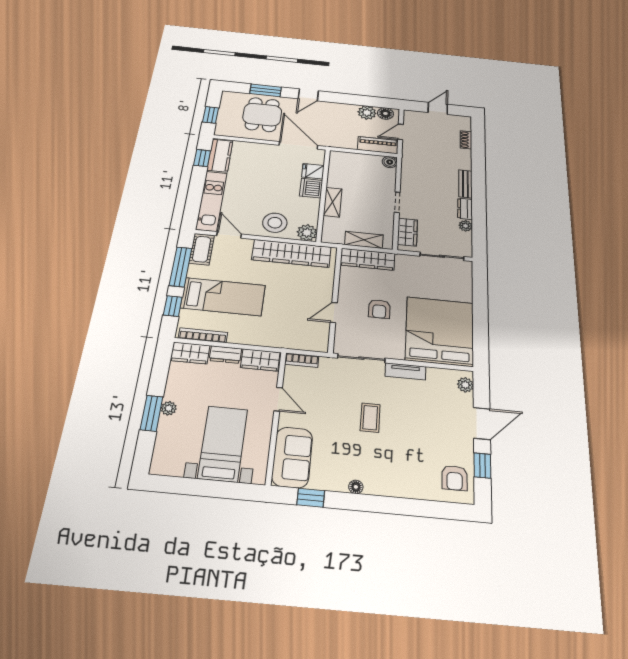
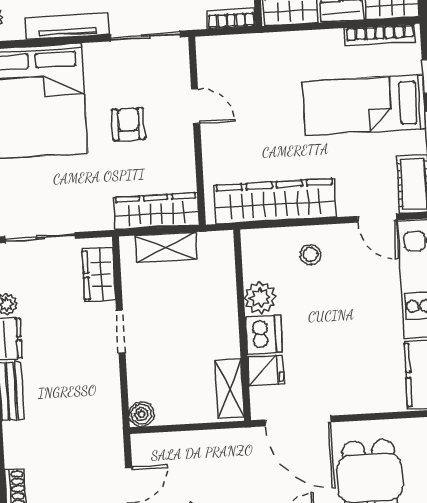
piano: (378, 145) -> (165, 447), removed
shelving: (333, 202) -> (229, 388), moved
stool: (275, 223) -> (310, 255), width x0.53, depth x0.53
plant: (307, 233) -> (260, 298), moved
door: (334, 312) -> (196, 106), hinge flipped
tv unit: (405, 371) -> (67, 26), width x1.41

